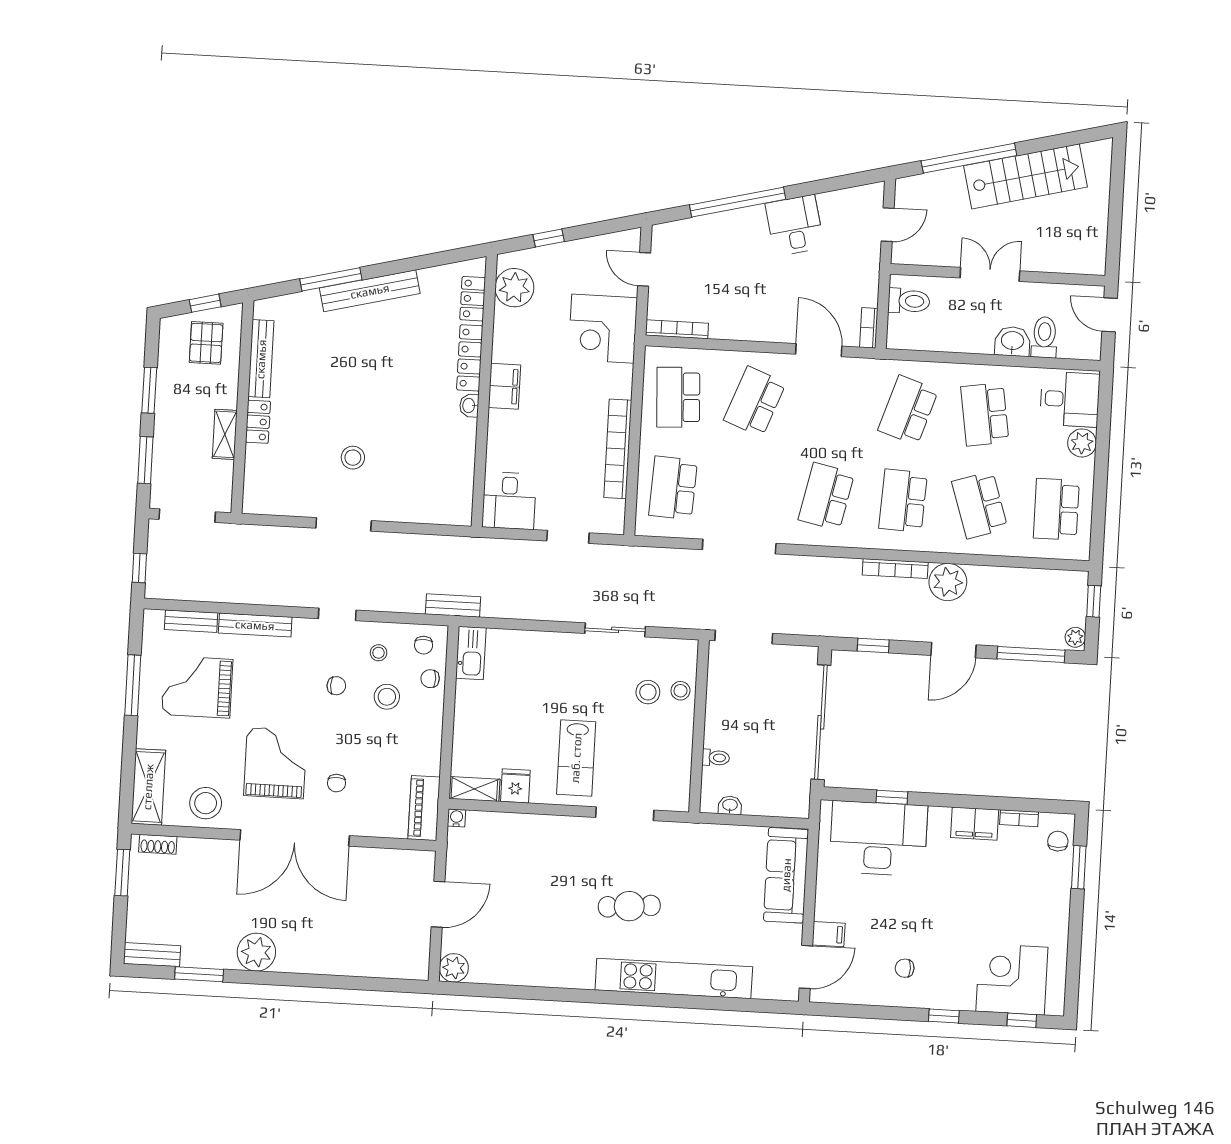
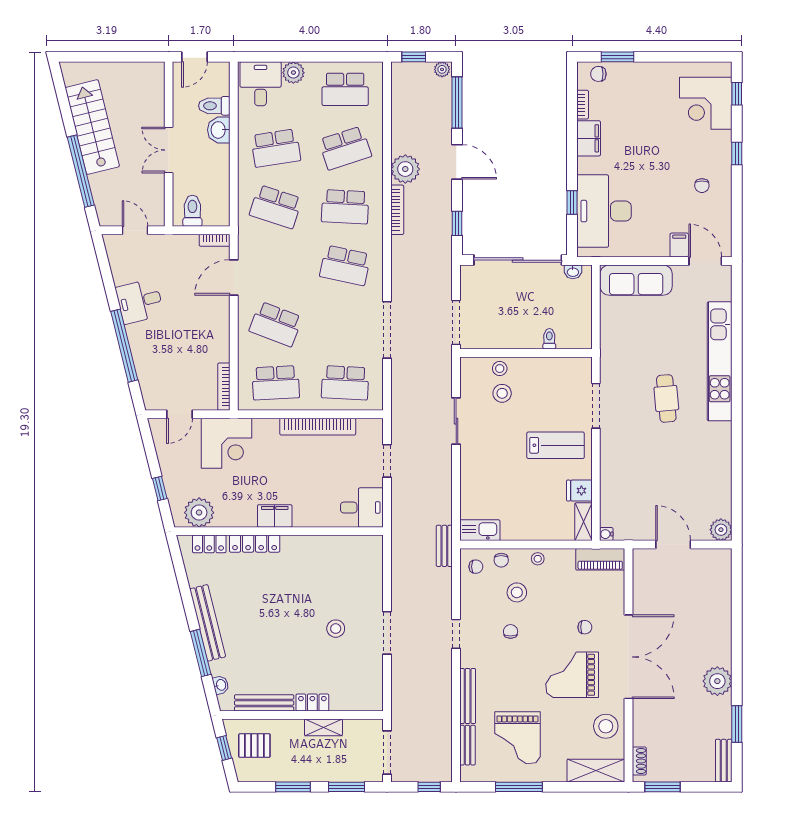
washbasin: (469, 406) -> (221, 685), moved, turned -104
stool: (379, 653) -> (538, 559), moved
washbasin: (730, 805) -> (573, 272), moved, turned -90

